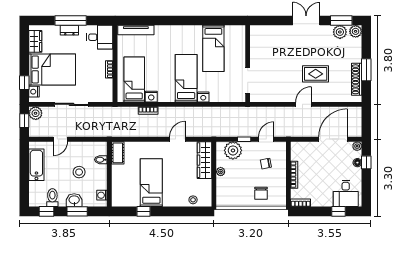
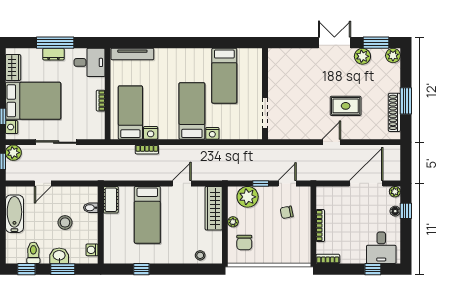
plant: (340, 32) -> (362, 56), moved
bed: (151, 183) -> (147, 215), moved, turned 180
chair: (261, 193) -> (244, 242), moved

